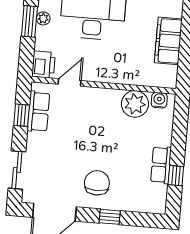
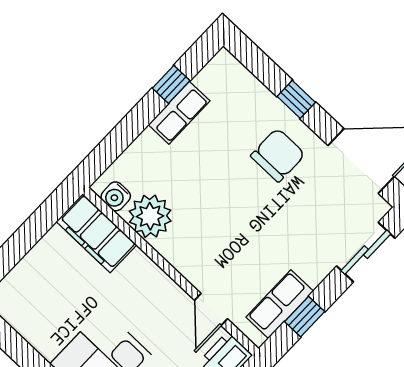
filing cabinet: (168, 41) -> (96, 233), moved, turned 90
door: (70, 82) -> (211, 310), hinge flipped
chair: (97, 183) -> (278, 155), turned 180

